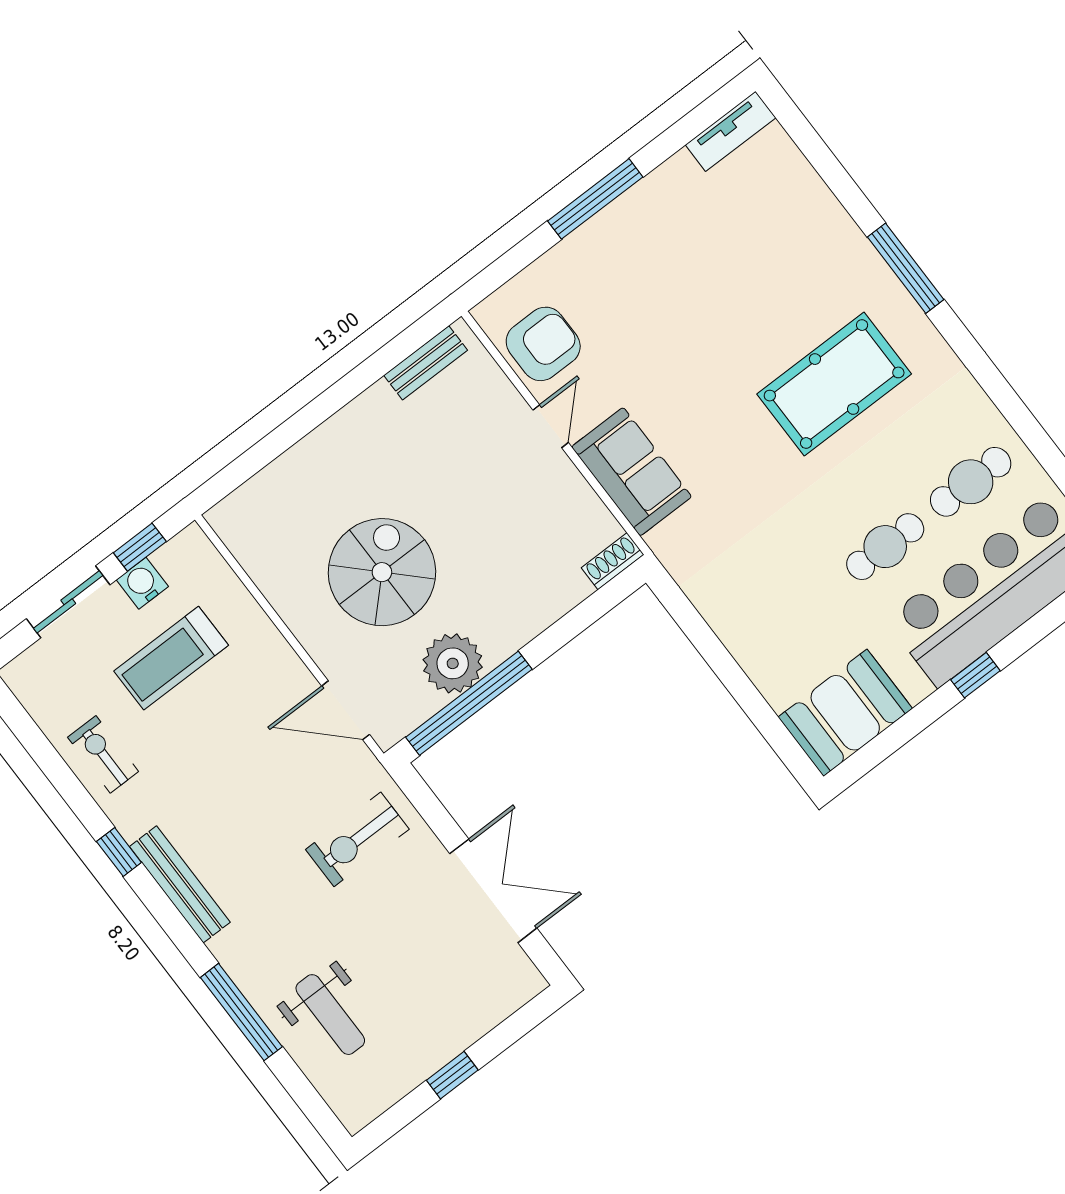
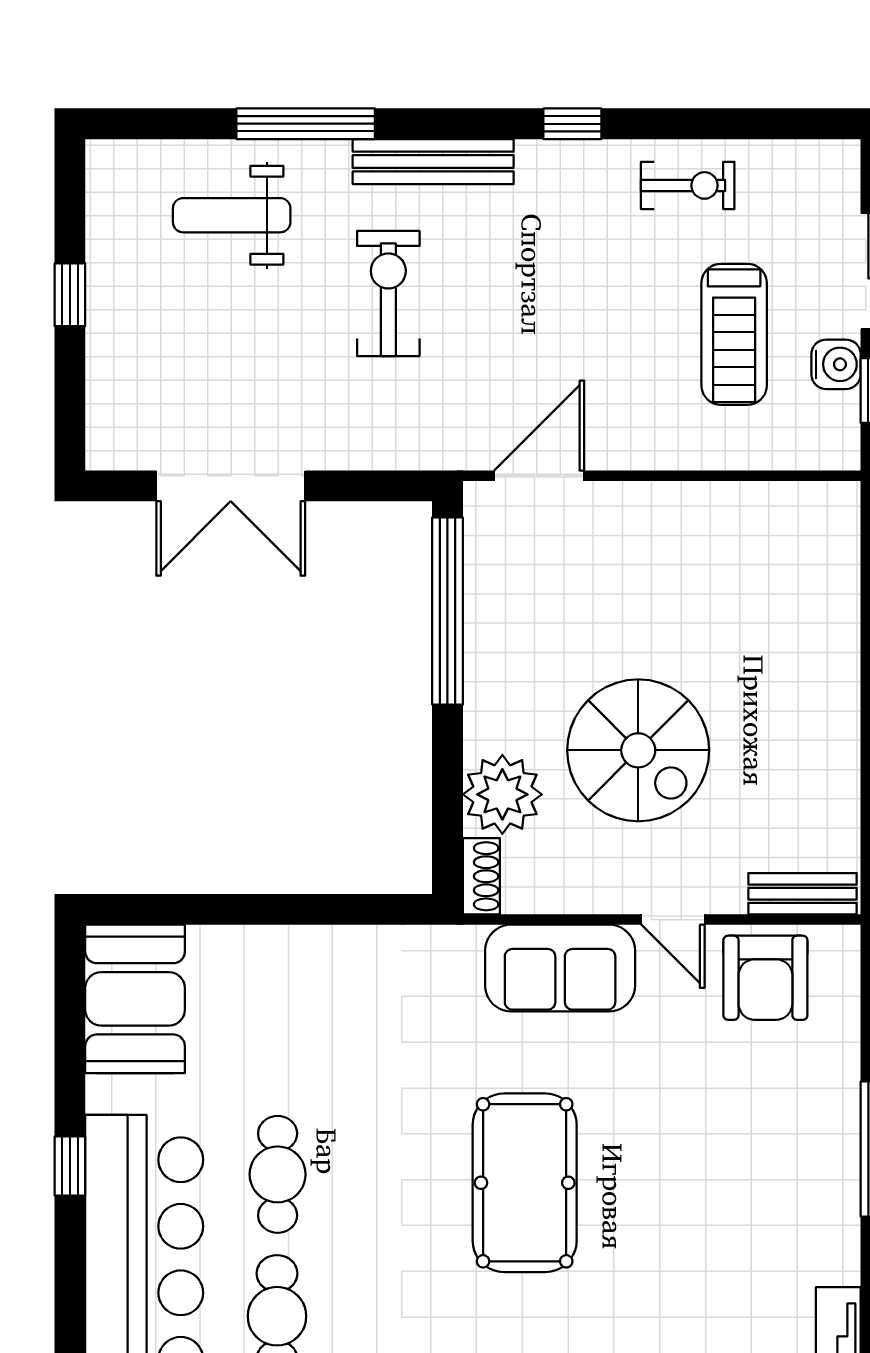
bench: (426, 363) -> (802, 894), moved, turned 90
pool table: (834, 384) -> (525, 1183), moved
spiral stairs: (382, 572) -> (638, 750), moved
treadmill: (171, 658) -> (734, 334), turned 180
plant: (453, 663) -> (502, 794), moved
exercise bike: (357, 839) -> (388, 293), moved
bench: (180, 884) -> (433, 162), moved

